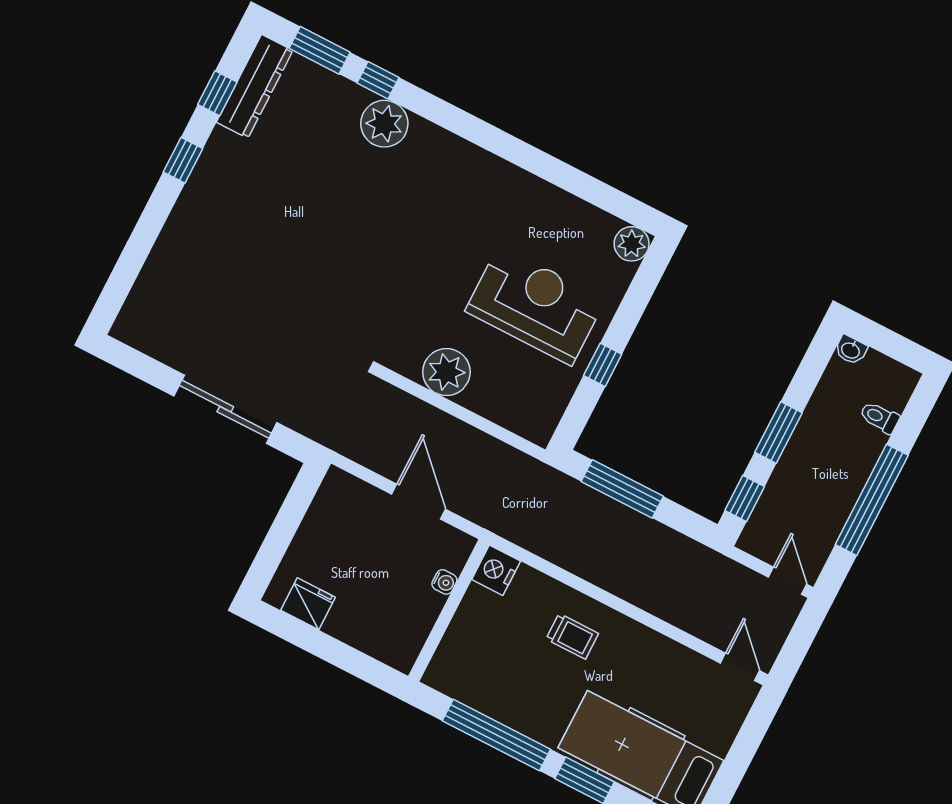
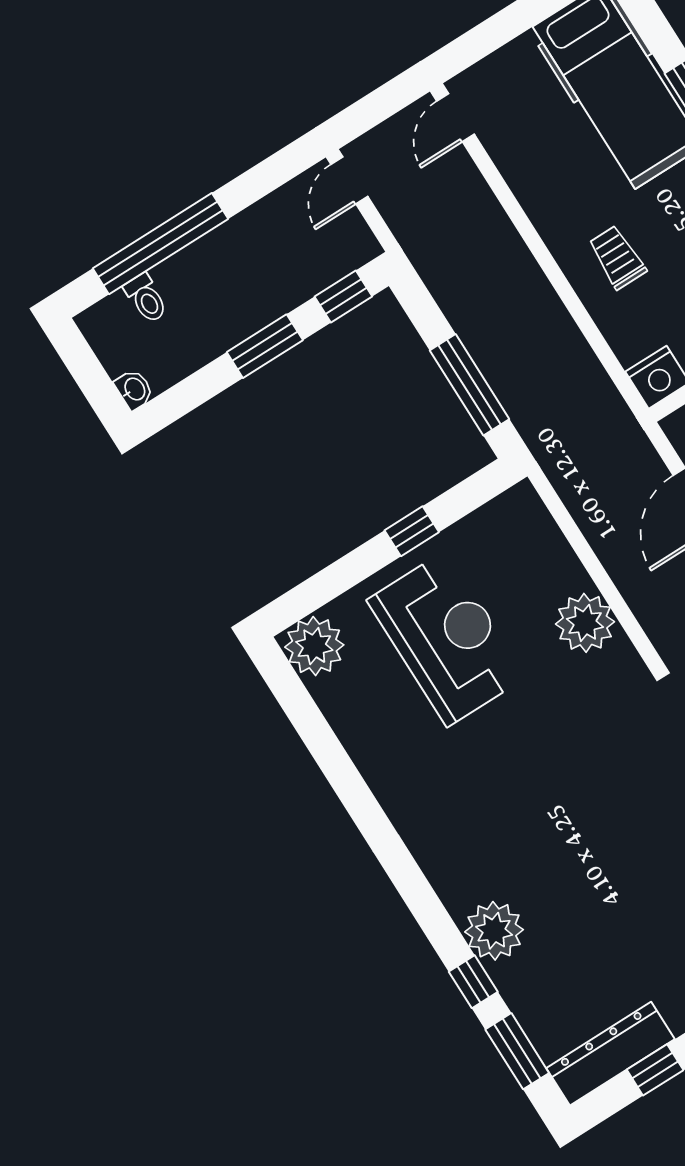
plant: (632, 244) -> (314, 646), width x1.36, depth x1.36
reception desk: (535, 305) -> (447, 639), turned 180
window: (872, 500) -> (160, 244), moved

